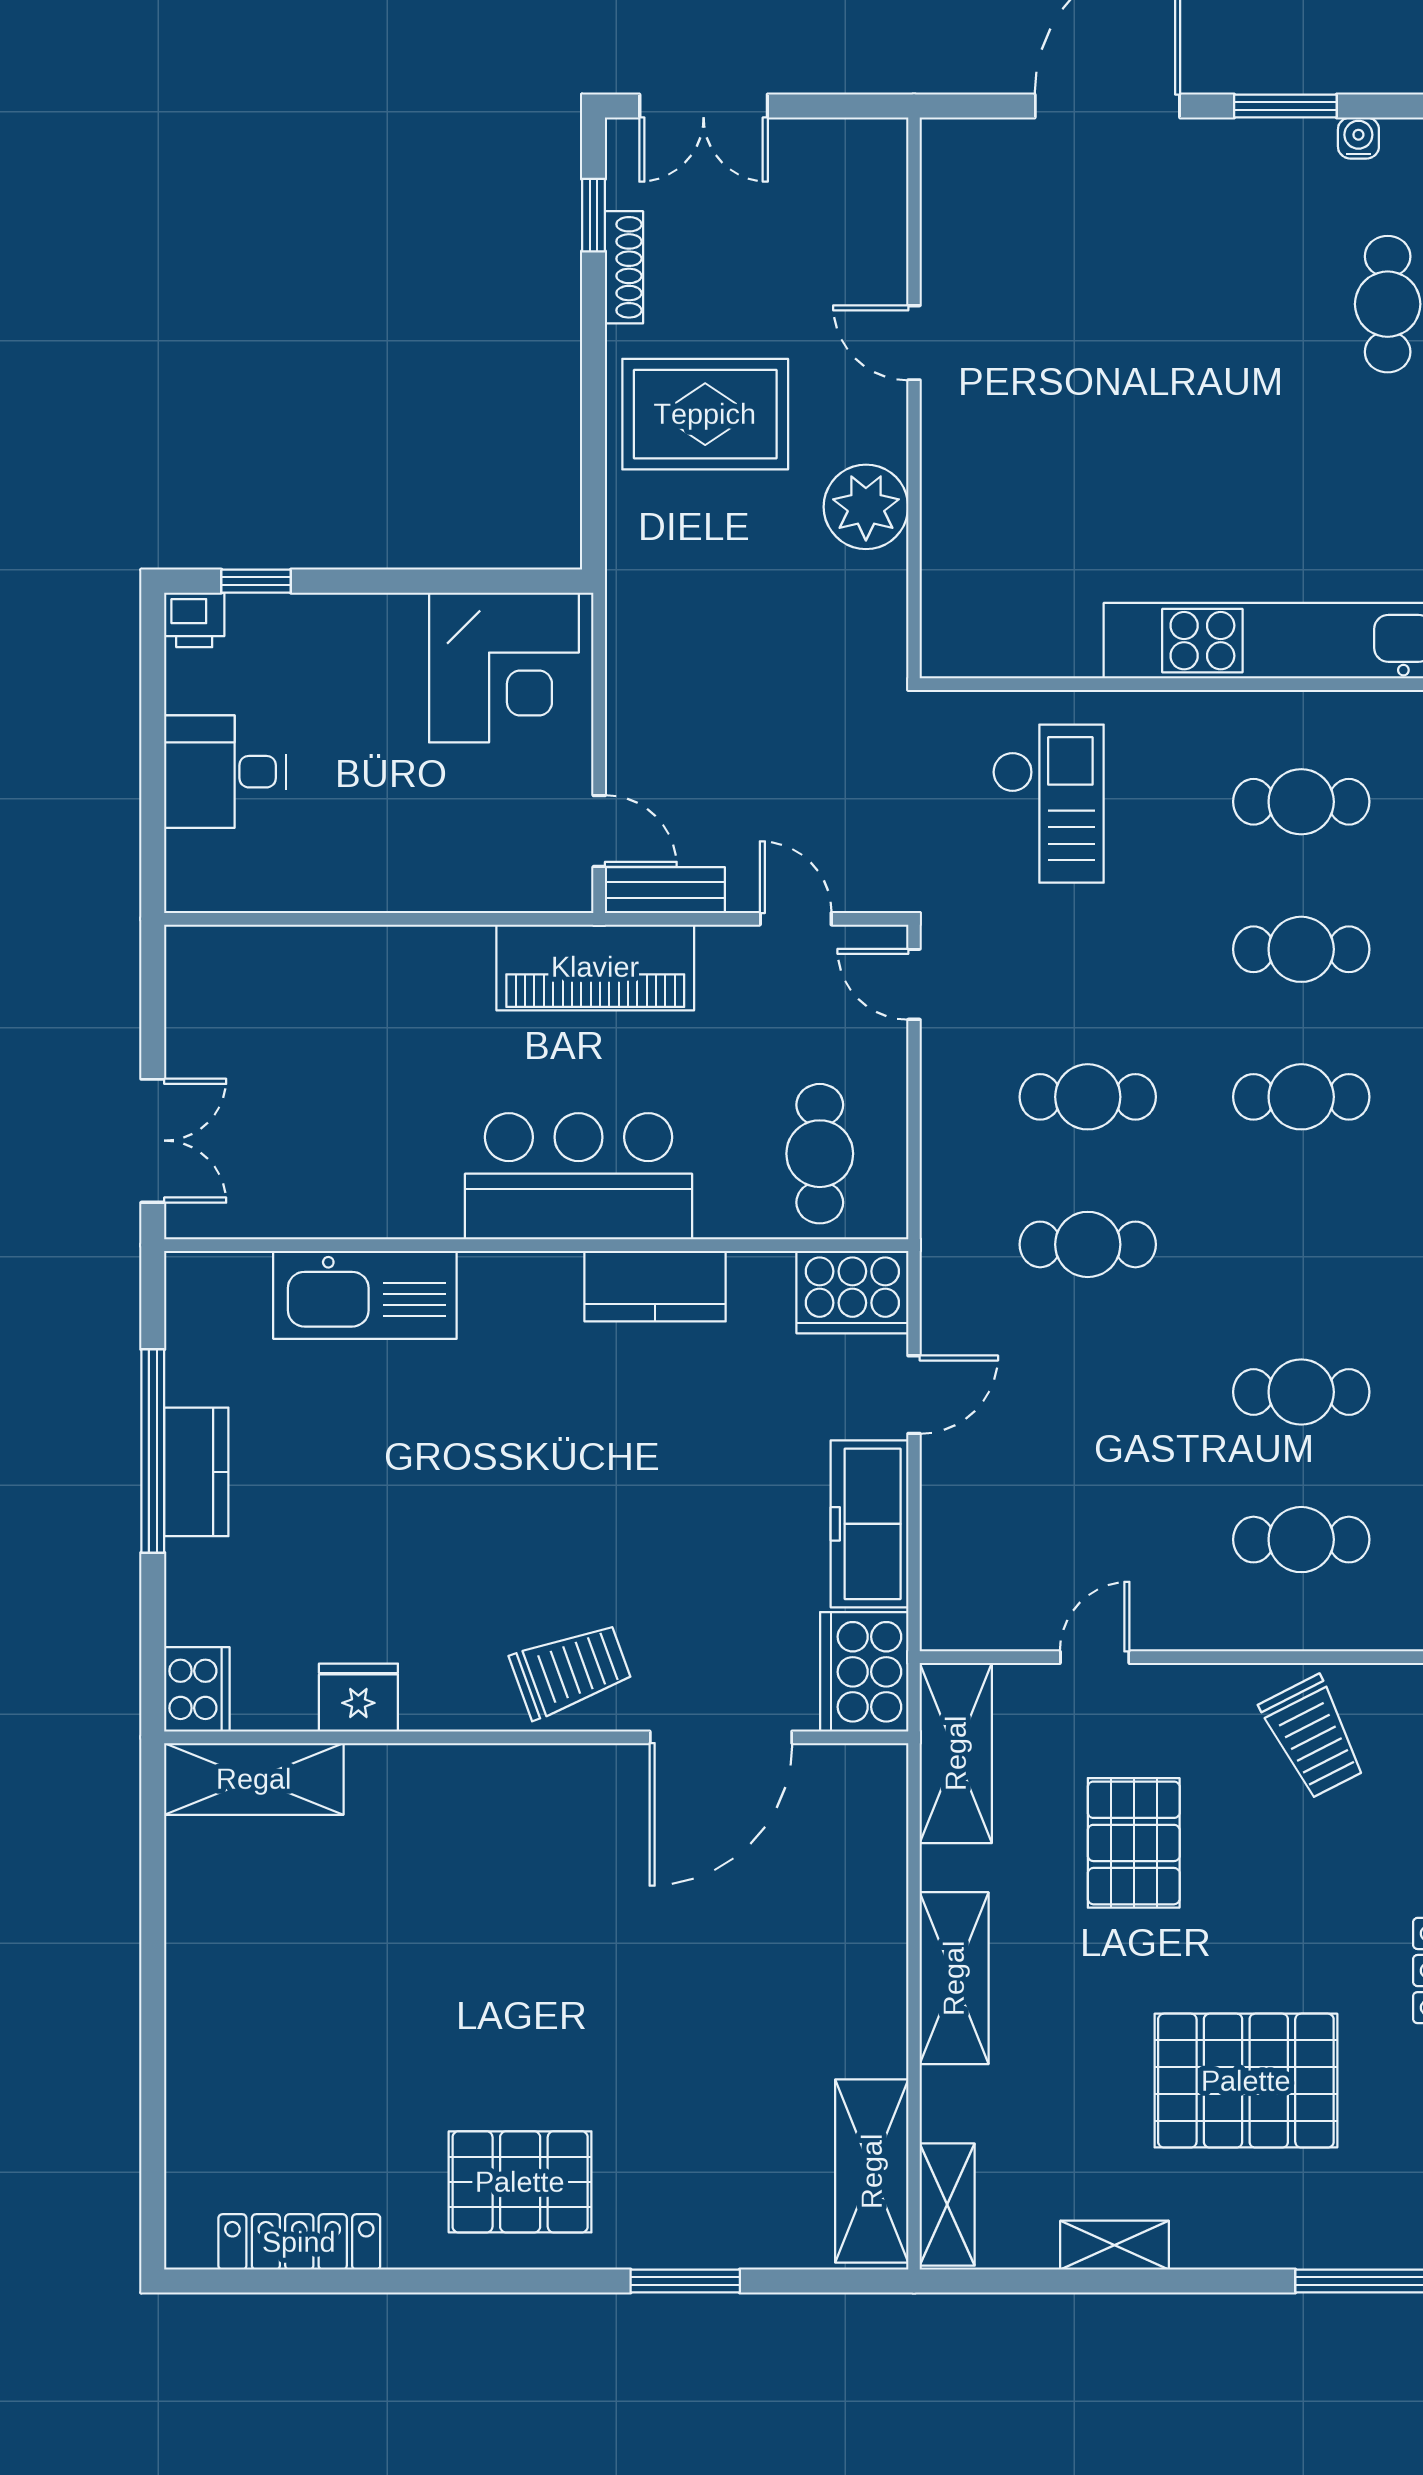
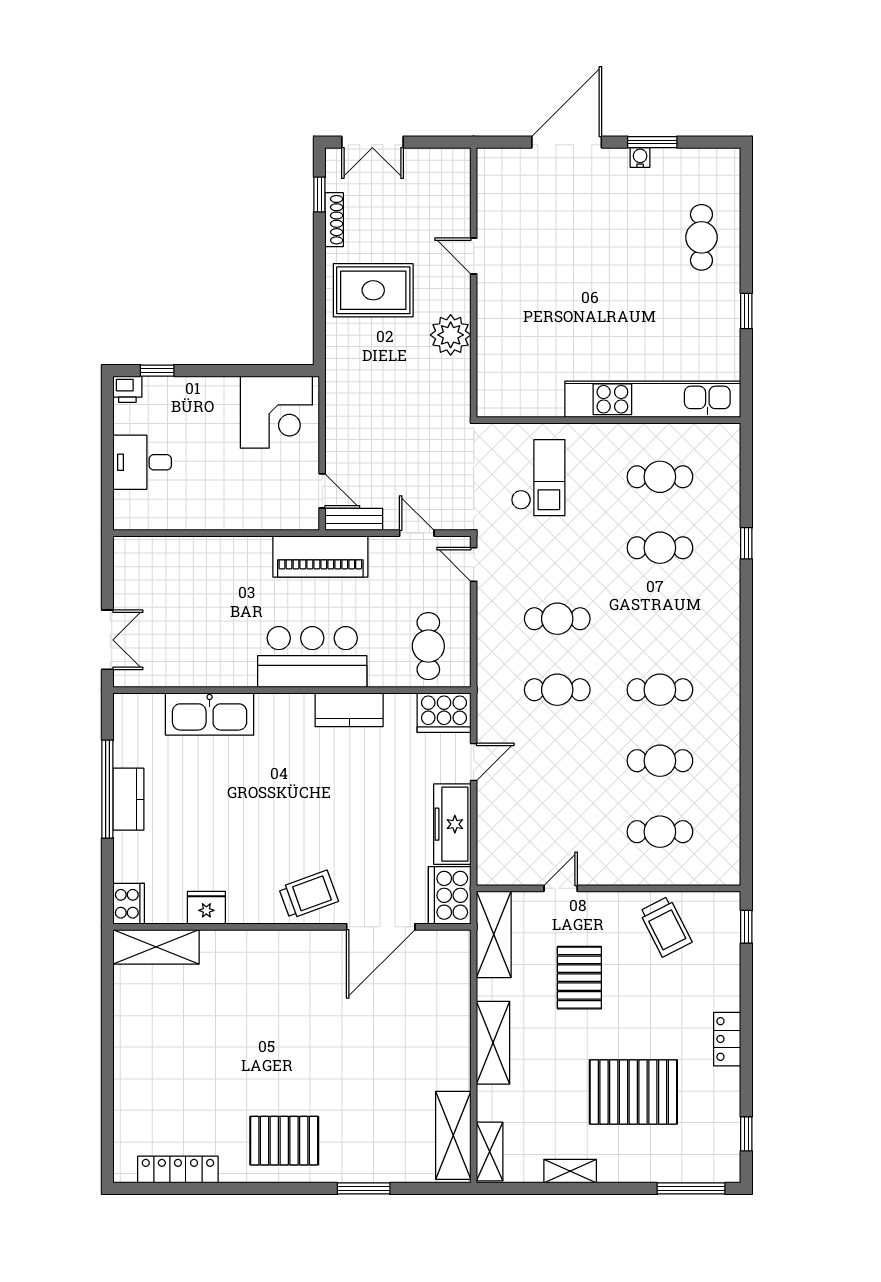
water cooler: (1358, 138) -> (640, 157), moved
cafe table: (1301, 1097) -> (660, 690), moved

